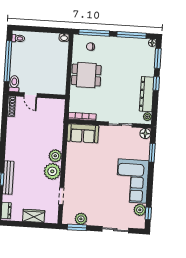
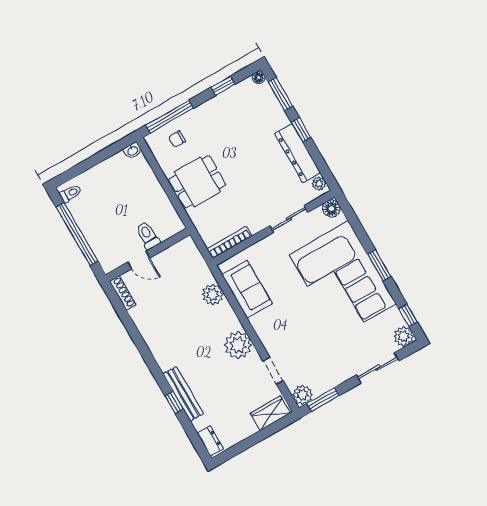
window: (132, 35) -> (223, 86), width x0.46
toilet: (14, 84) -> (148, 235), moved
sofa: (83, 133) -> (247, 289), moved, turned -90
window: (152, 153) -> (379, 265), moved
plant: (55, 156) -> (213, 294), moved
corner sofa: (132, 181) -> (343, 279), width x1.36, depth x1.36
plant: (140, 210) -> (404, 336), moved
wardrobe: (34, 216) -> (270, 413), moved
plant: (81, 219) -> (303, 395), moved

